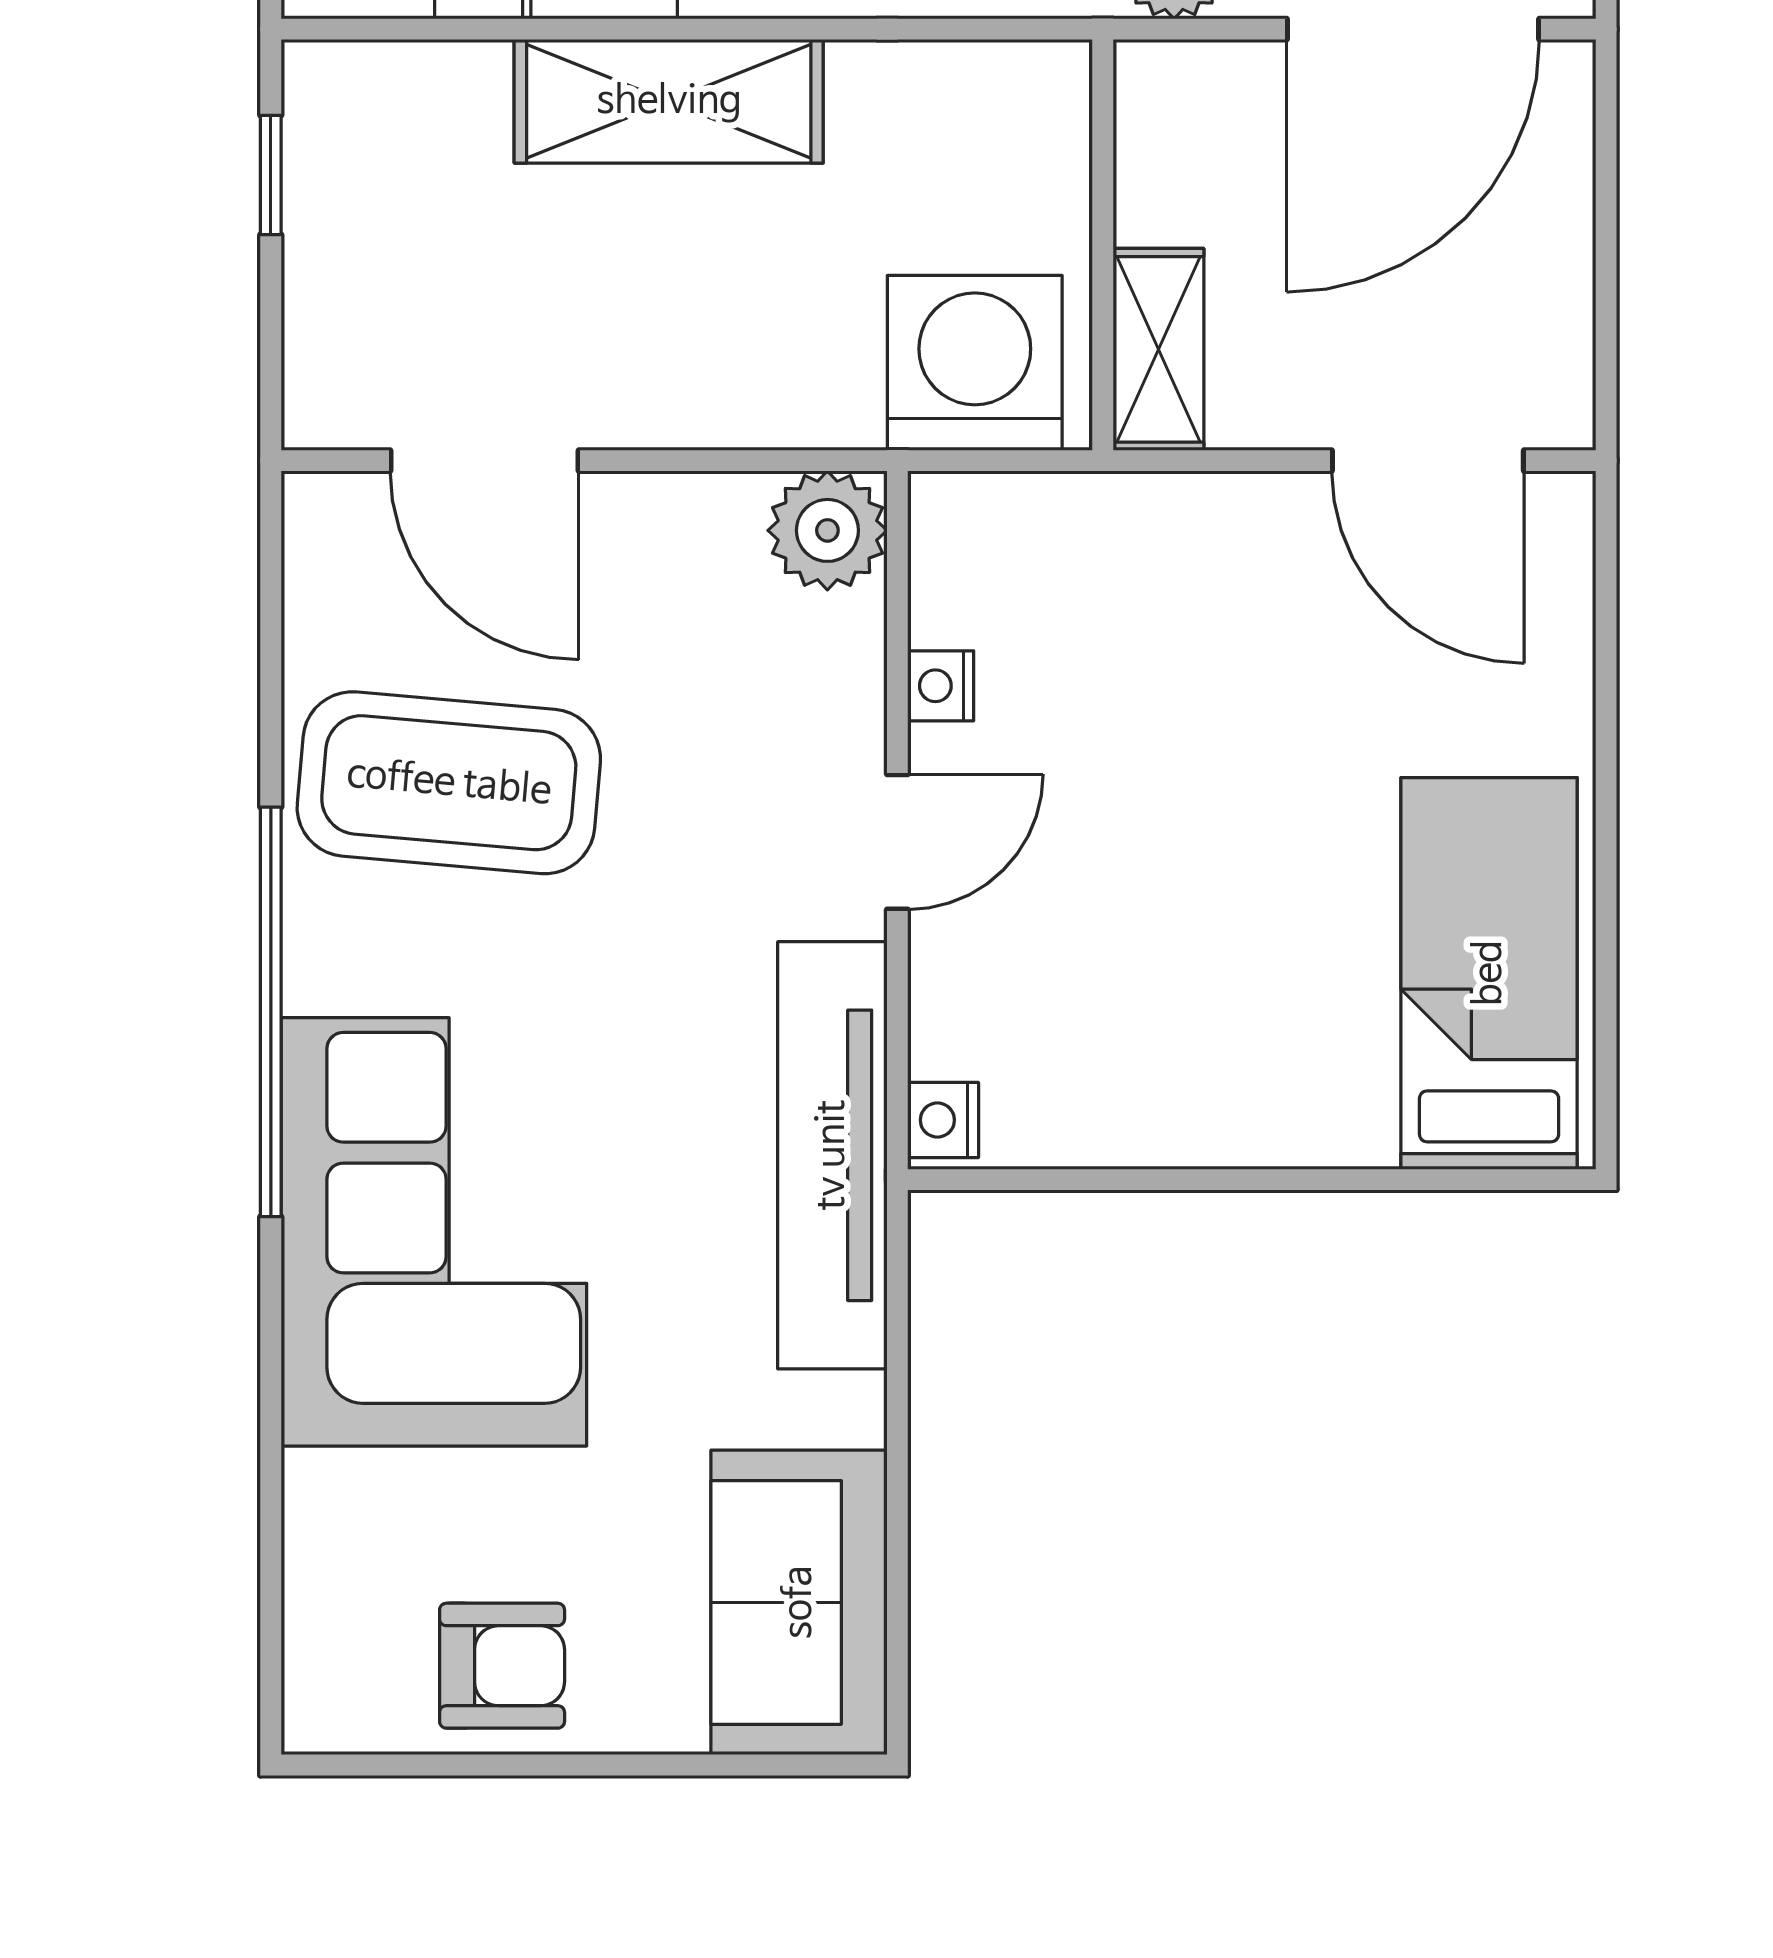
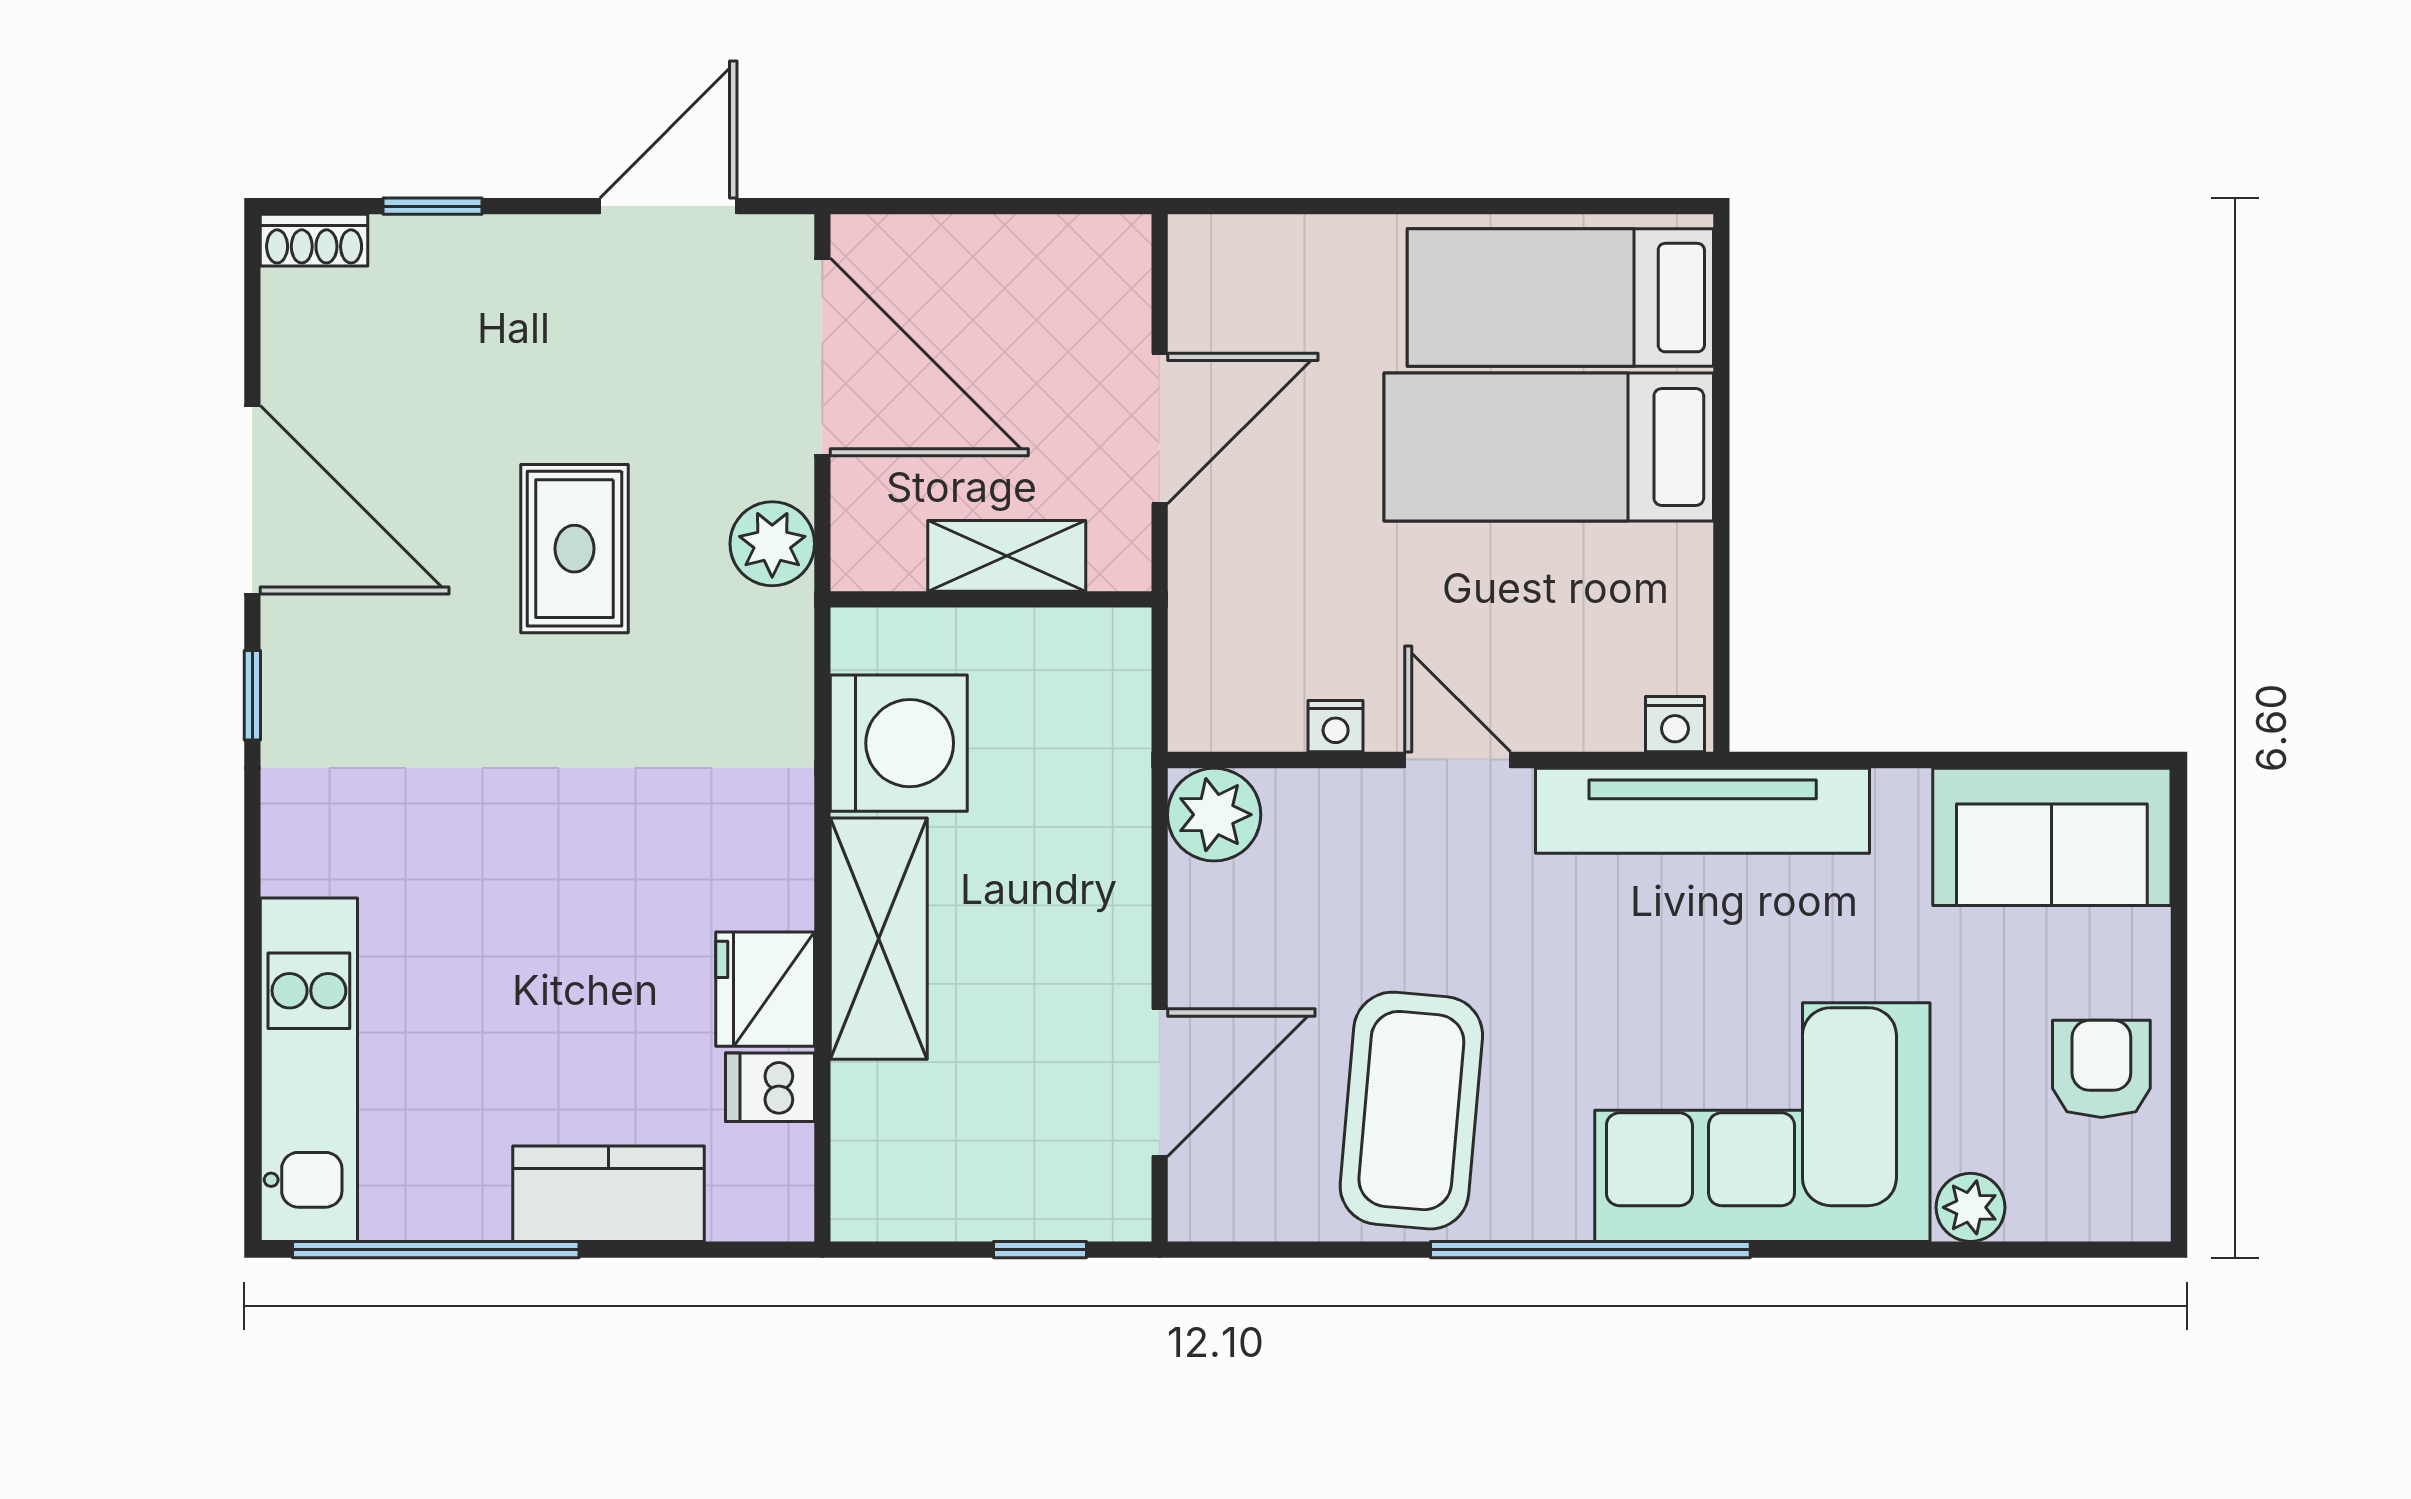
window: (271, 175) -> (1040, 1250), moved
shelving: (1158, 349) -> (1007, 556), moved
washing machine: (975, 363) -> (899, 743), moved, turned 180
door: (1428, 461) -> (1160, 428), moved
bed: (1298, 959) -> (1549, 447), added
plant: (325, 1498) -> (1970, 1207), added

